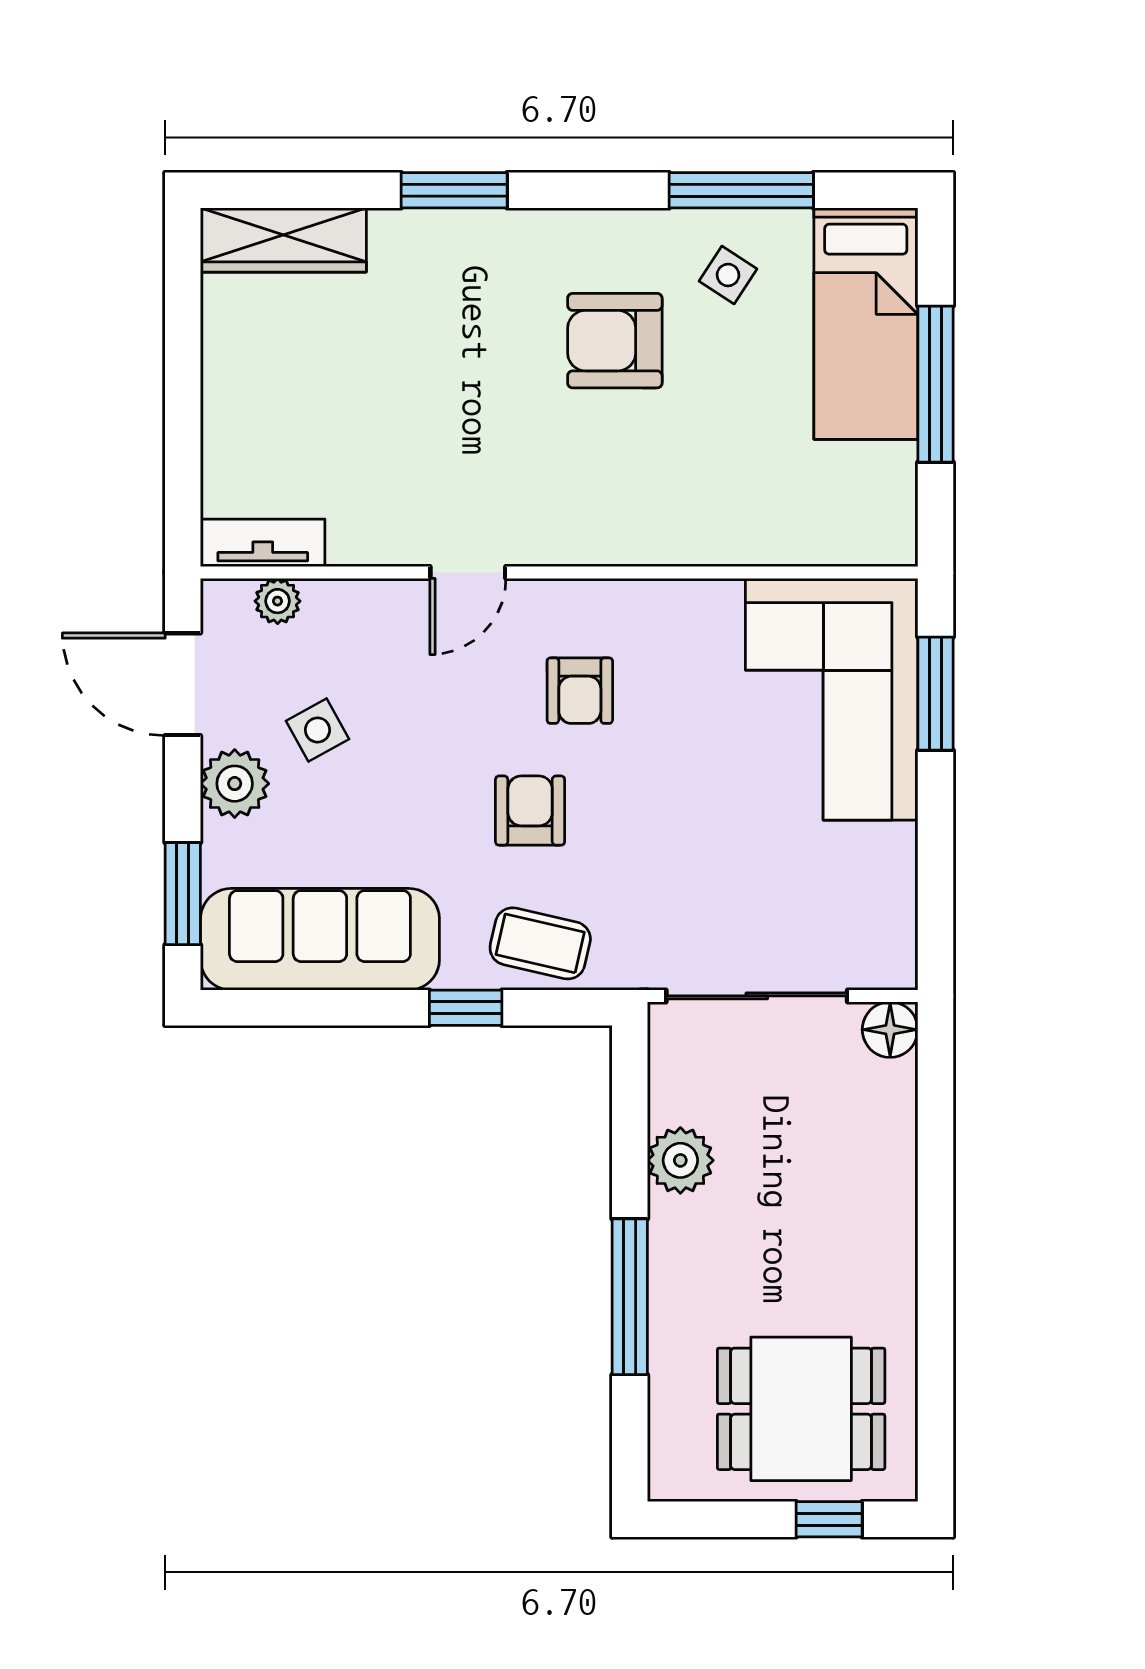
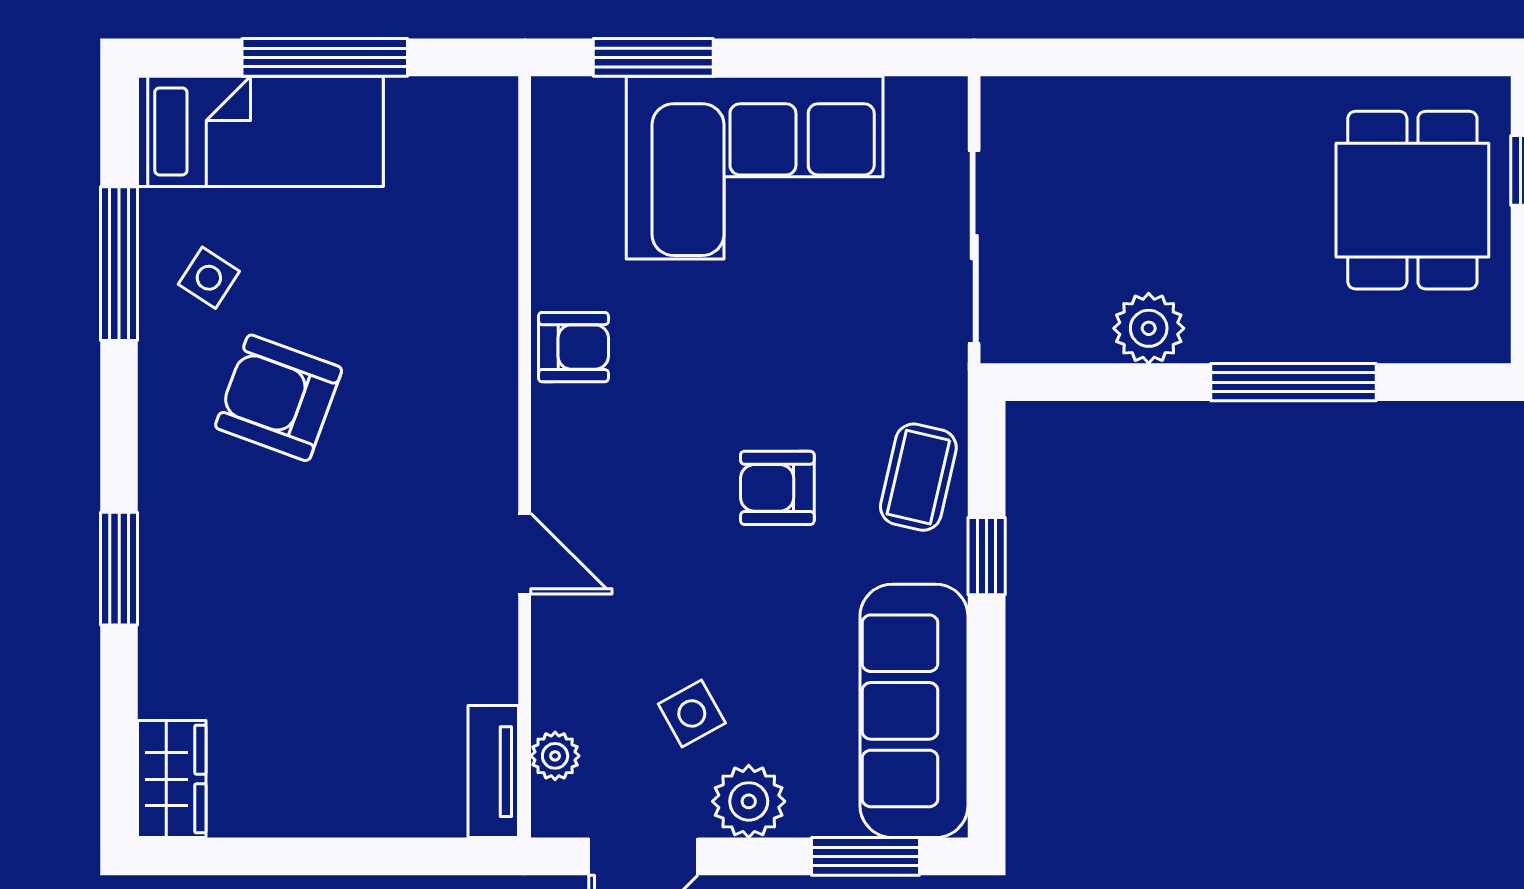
wardrobe: (283, 240) -> (172, 779), width x0.67
armchair: (615, 341) -> (279, 398), turned 110
armchair: (580, 691) -> (573, 347), moved
corner sofa: (832, 699) -> (755, 168), moved
floor lamp: (890, 1030) -> (1010, 106), removed

